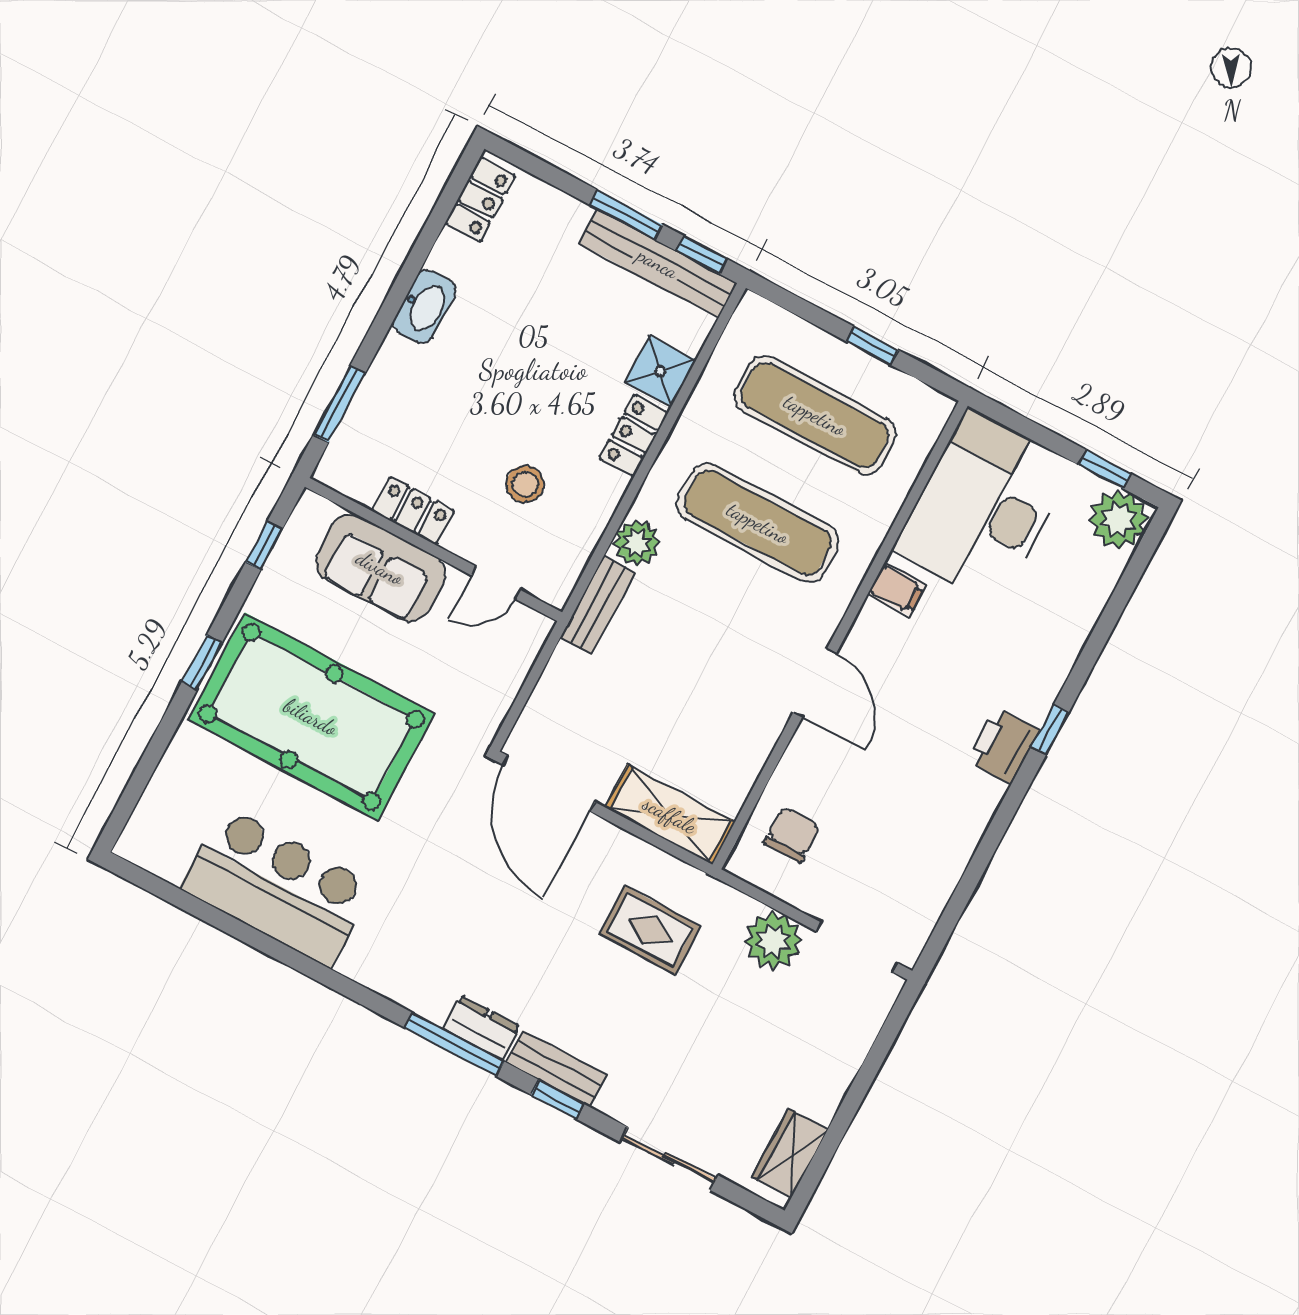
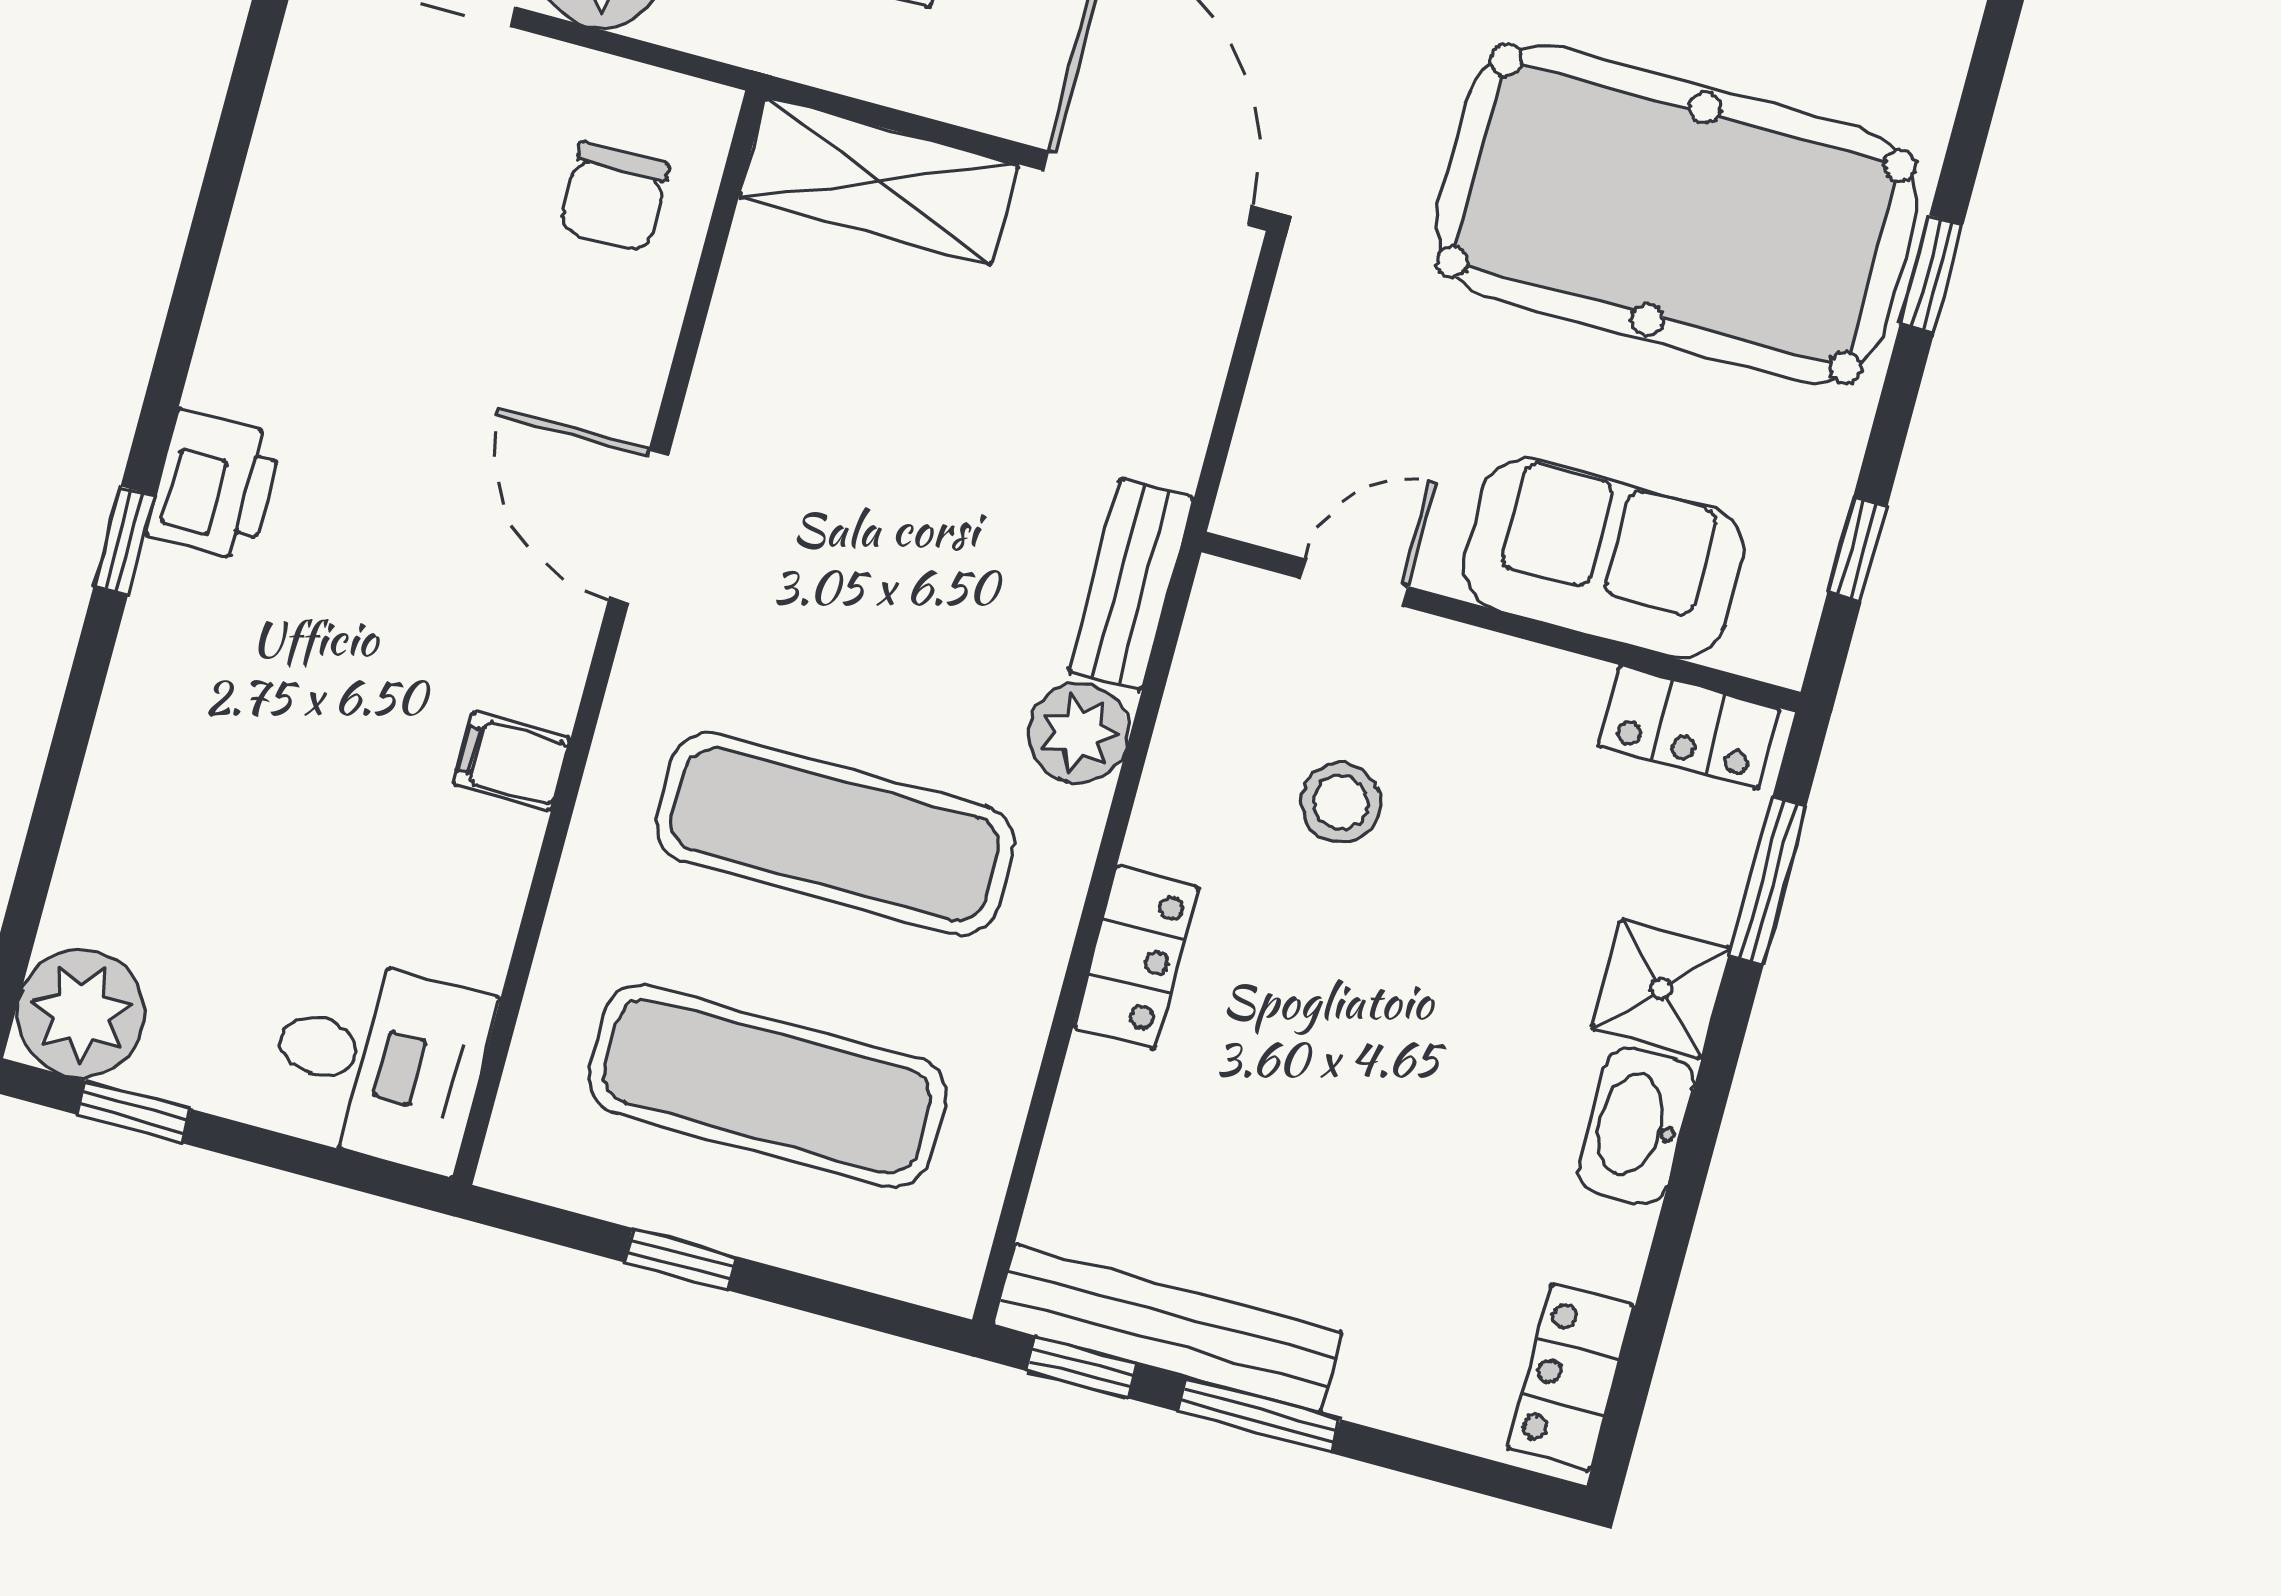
shower: (660, 371) -> (1661, 988), moved
desk: (983, 507) -> (378, 1062), width x0.53, depth x0.77
locker: (413, 511) -> (1688, 727), moved

